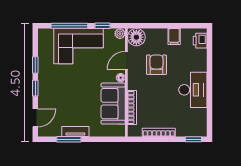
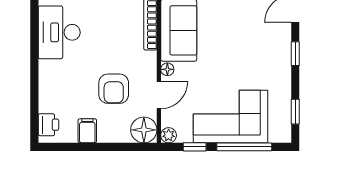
window: (35, 65) -> (295, 112), moved
desk: (193, 90) -> (59, 32), moved

